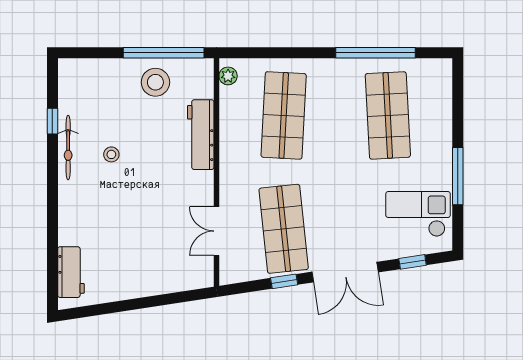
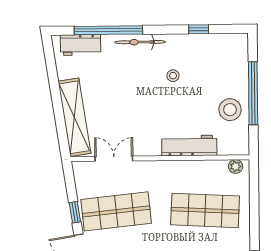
window: (164, 53) -> (253, 93), moved
bicycle: (68, 148) -> (140, 42), moved
window: (52, 236) -> (108, 30), added
shelving: (163, 281) -> (74, 117), added

